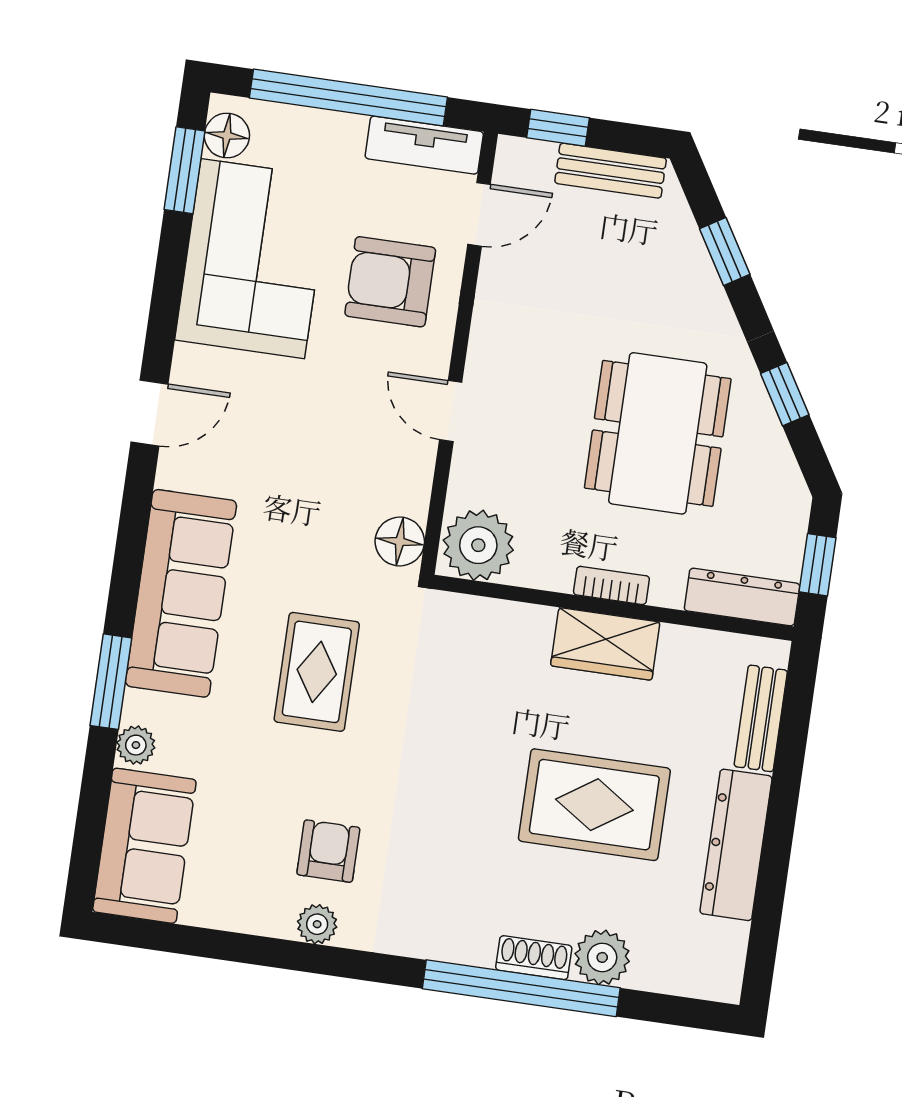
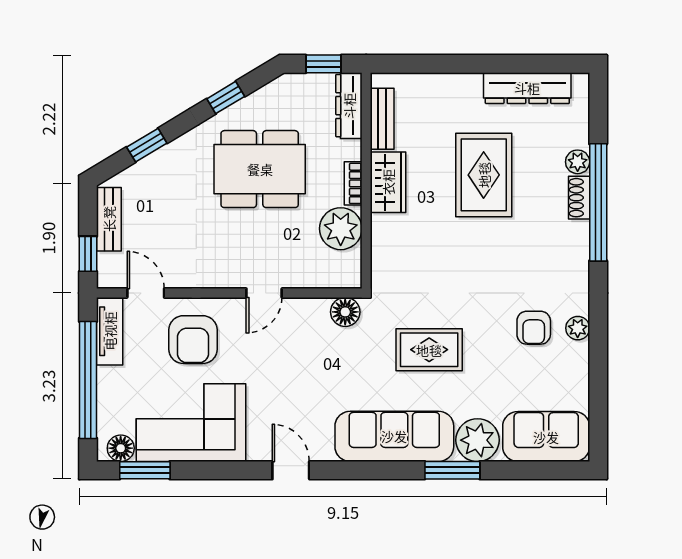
plant: (478, 545) -> (341, 229), moved
bench: (761, 718) -> (382, 119), moved, turned 90
plant: (136, 745) -> (477, 440), width x1.88, depth x1.88
dresser: (736, 845) -> (527, 88), moved
armchair: (328, 851) -> (534, 328), turned -90
plant: (602, 957) -> (578, 162), width x0.73, depth x0.73

